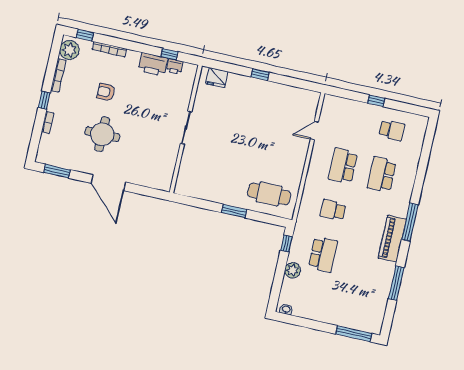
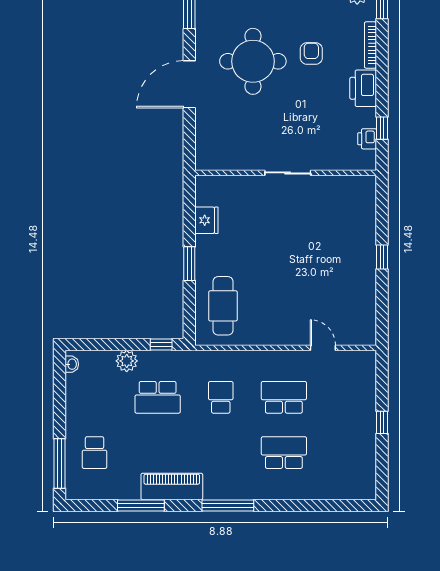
printer: (153, 64) -> (363, 88), moved
fridge: (217, 78) -> (206, 220), moved, turned 180
school desk: (392, 130) -> (95, 453), moved
round table: (102, 134) -> (253, 61), width x1.36, depth x1.36
piano: (392, 239) -> (172, 486), moved

